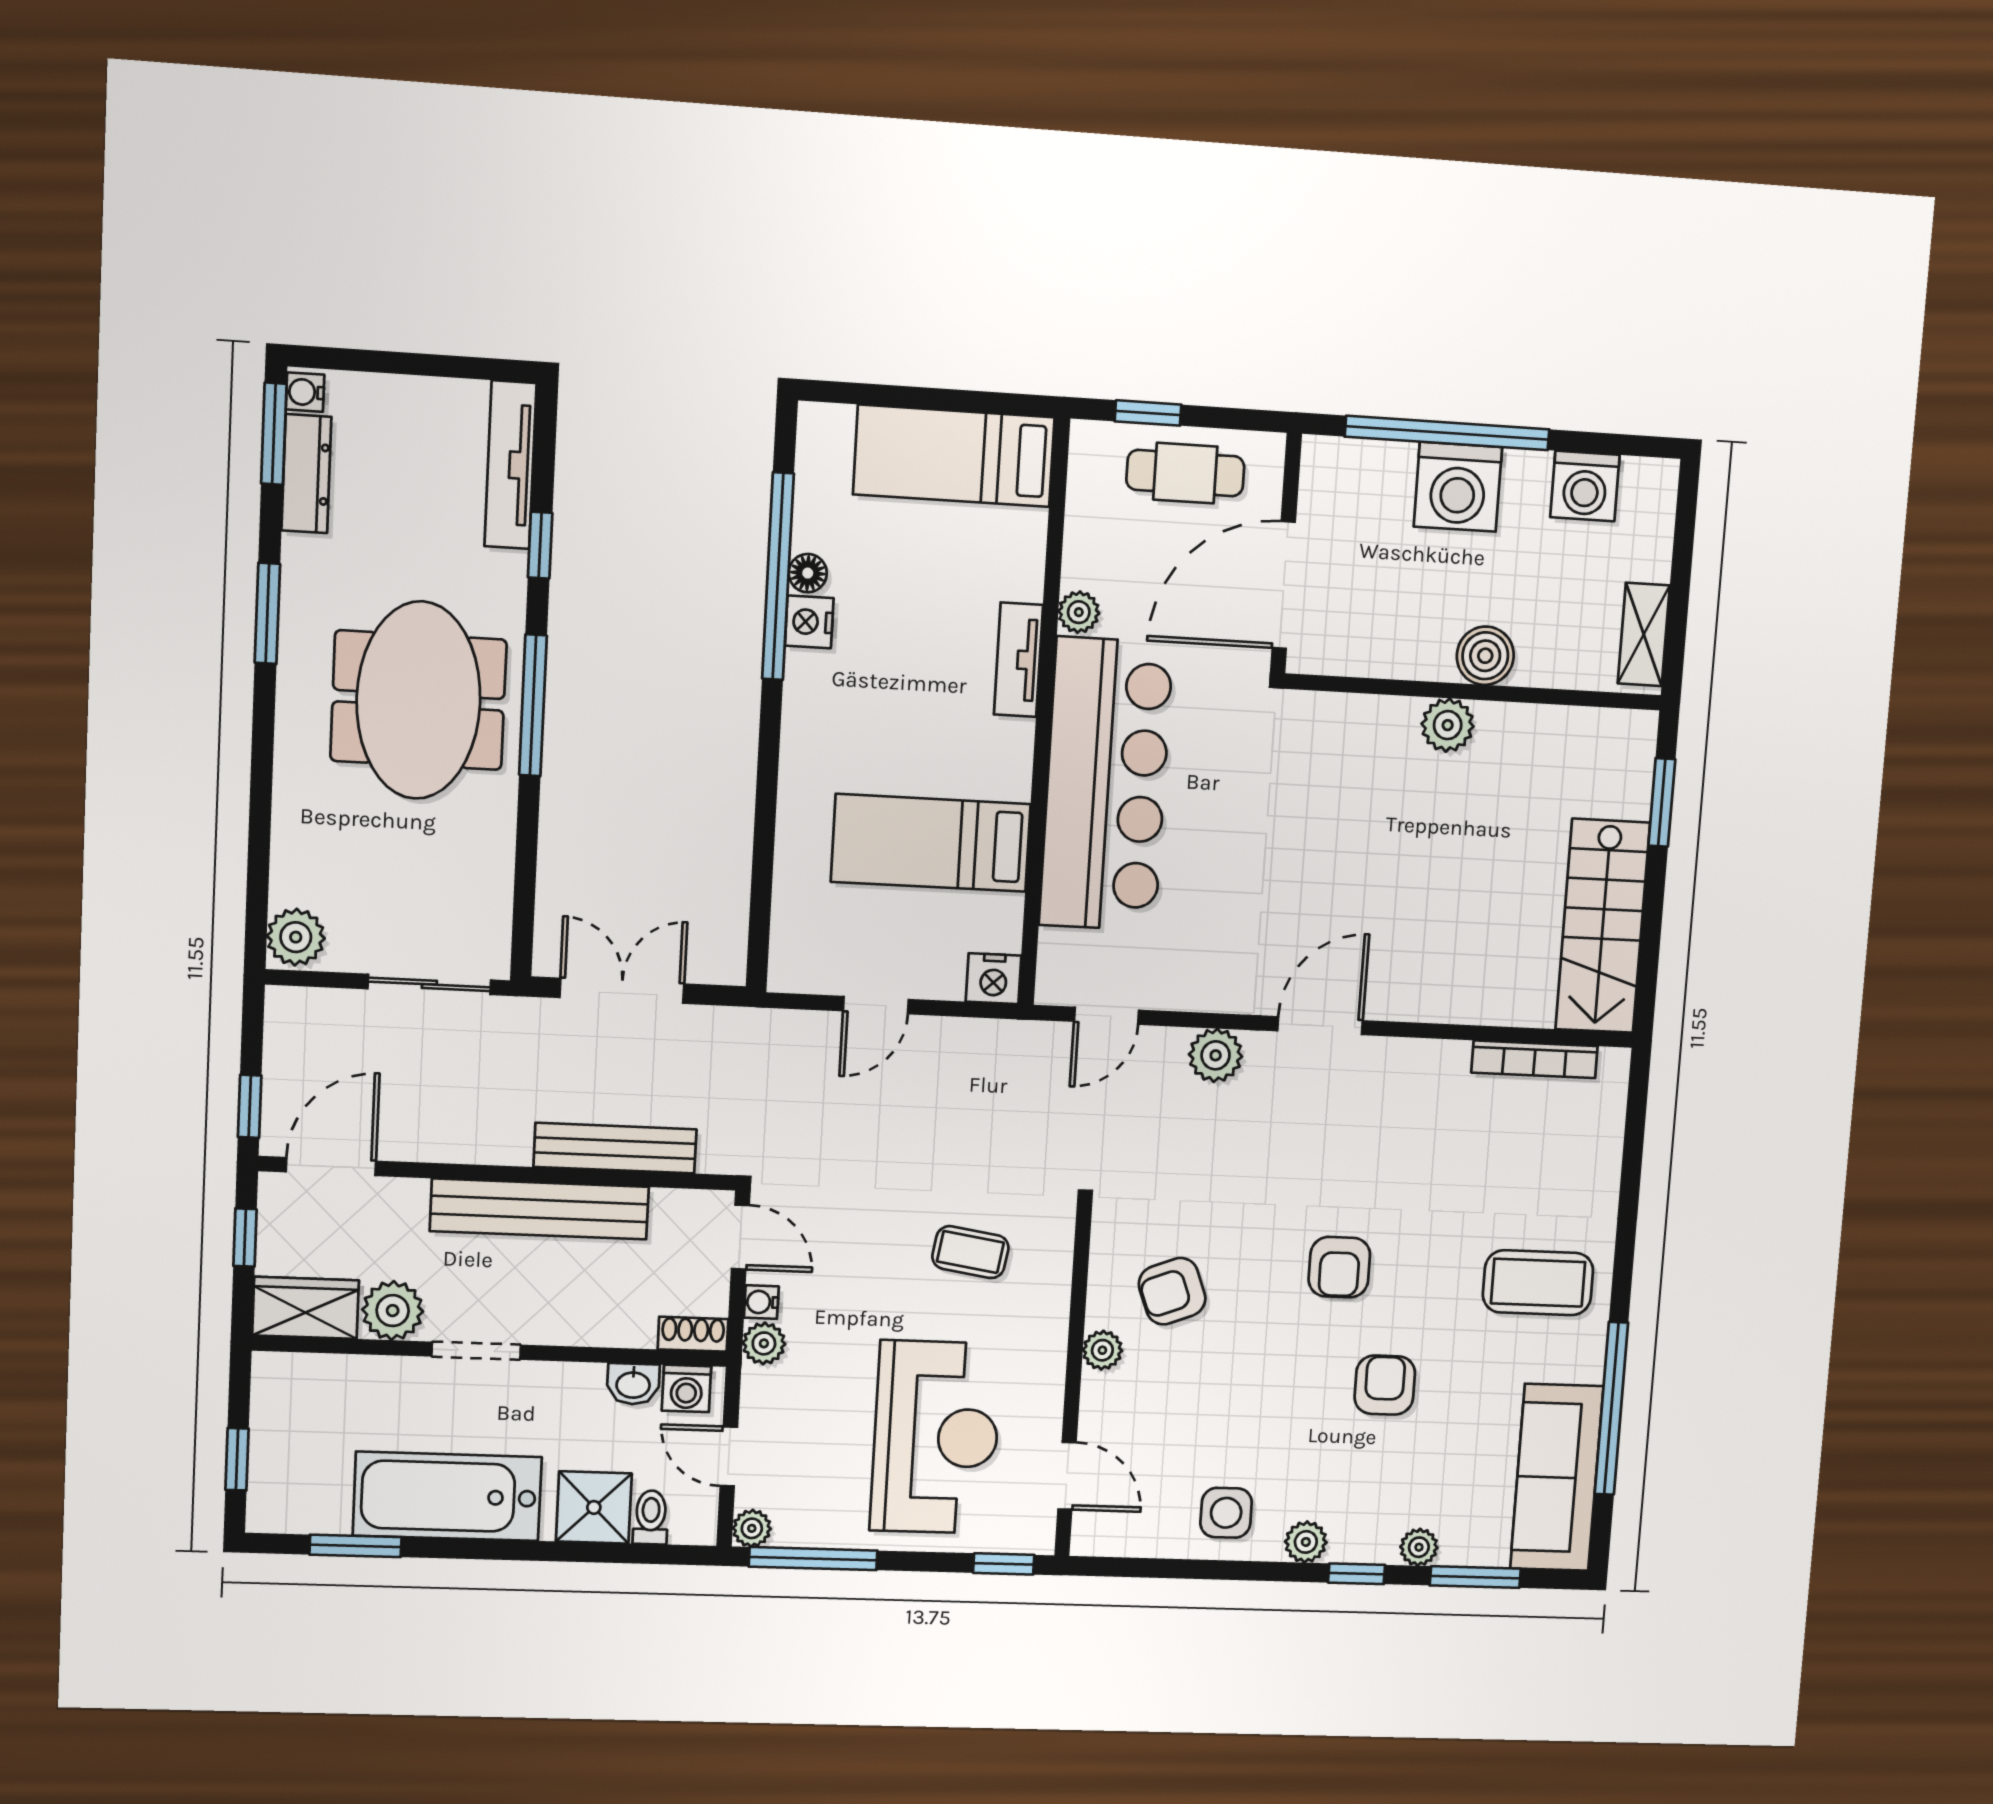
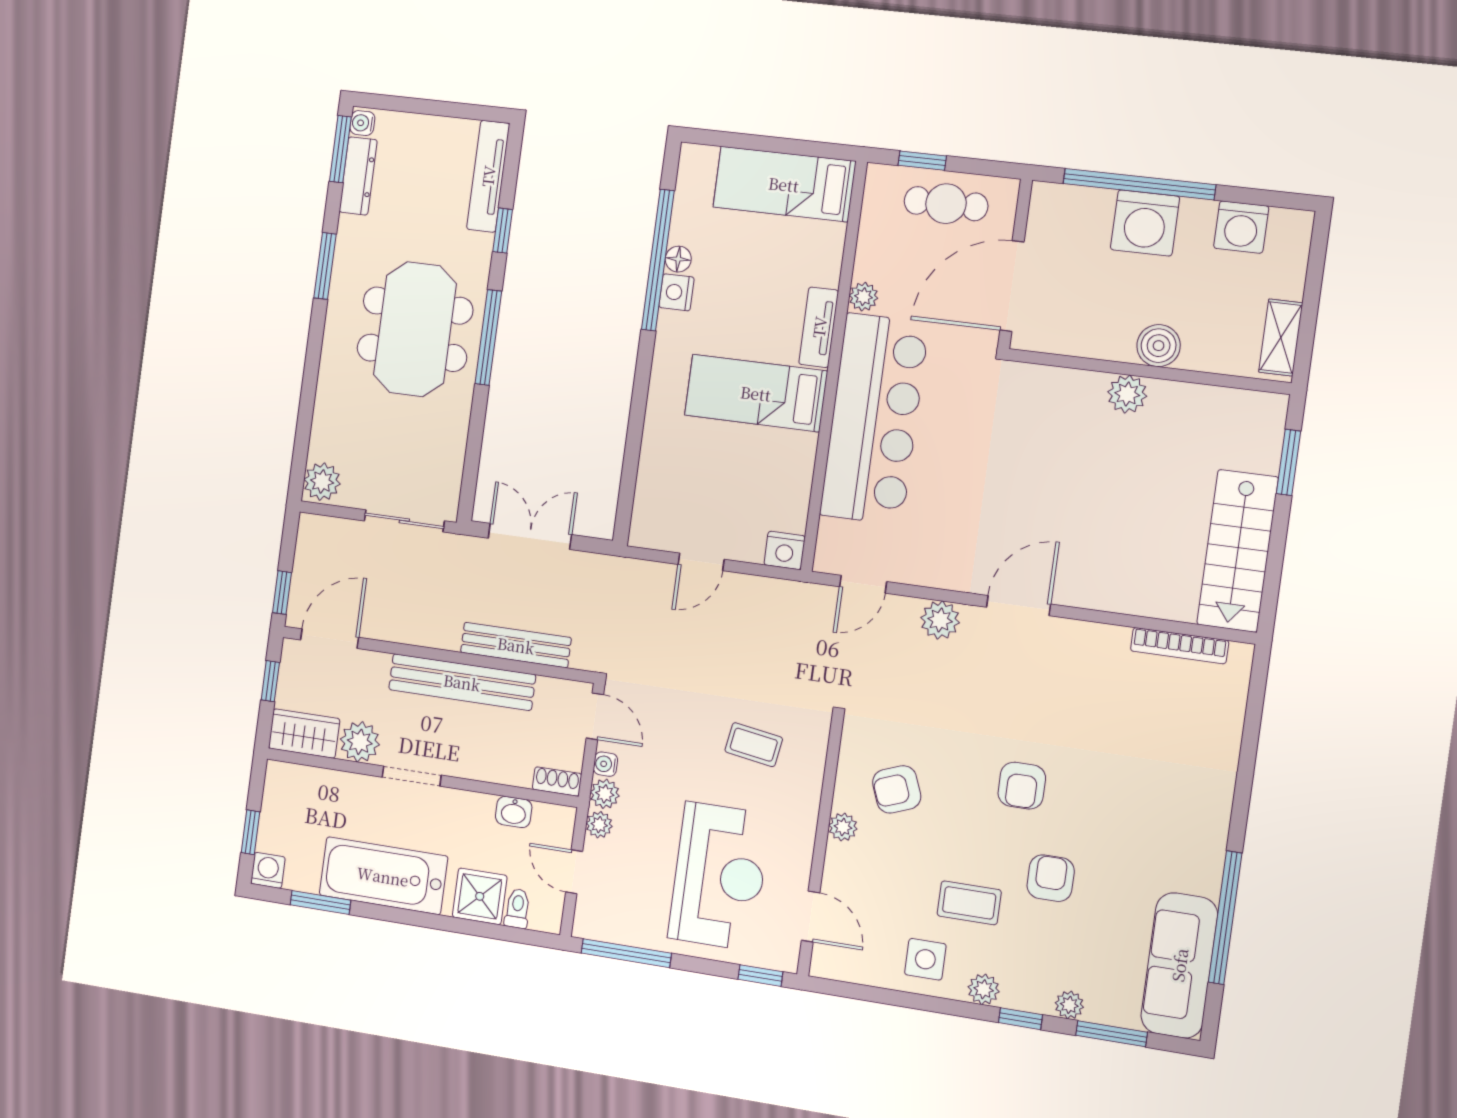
bed: (931, 843) -> (756, 393), moved
coffee table: (1538, 1283) -> (969, 903), moved, width x0.73, depth x0.77
washing machine: (686, 1388) -> (268, 870), moved, turned 180
plant: (752, 1528) -> (599, 825), moved

